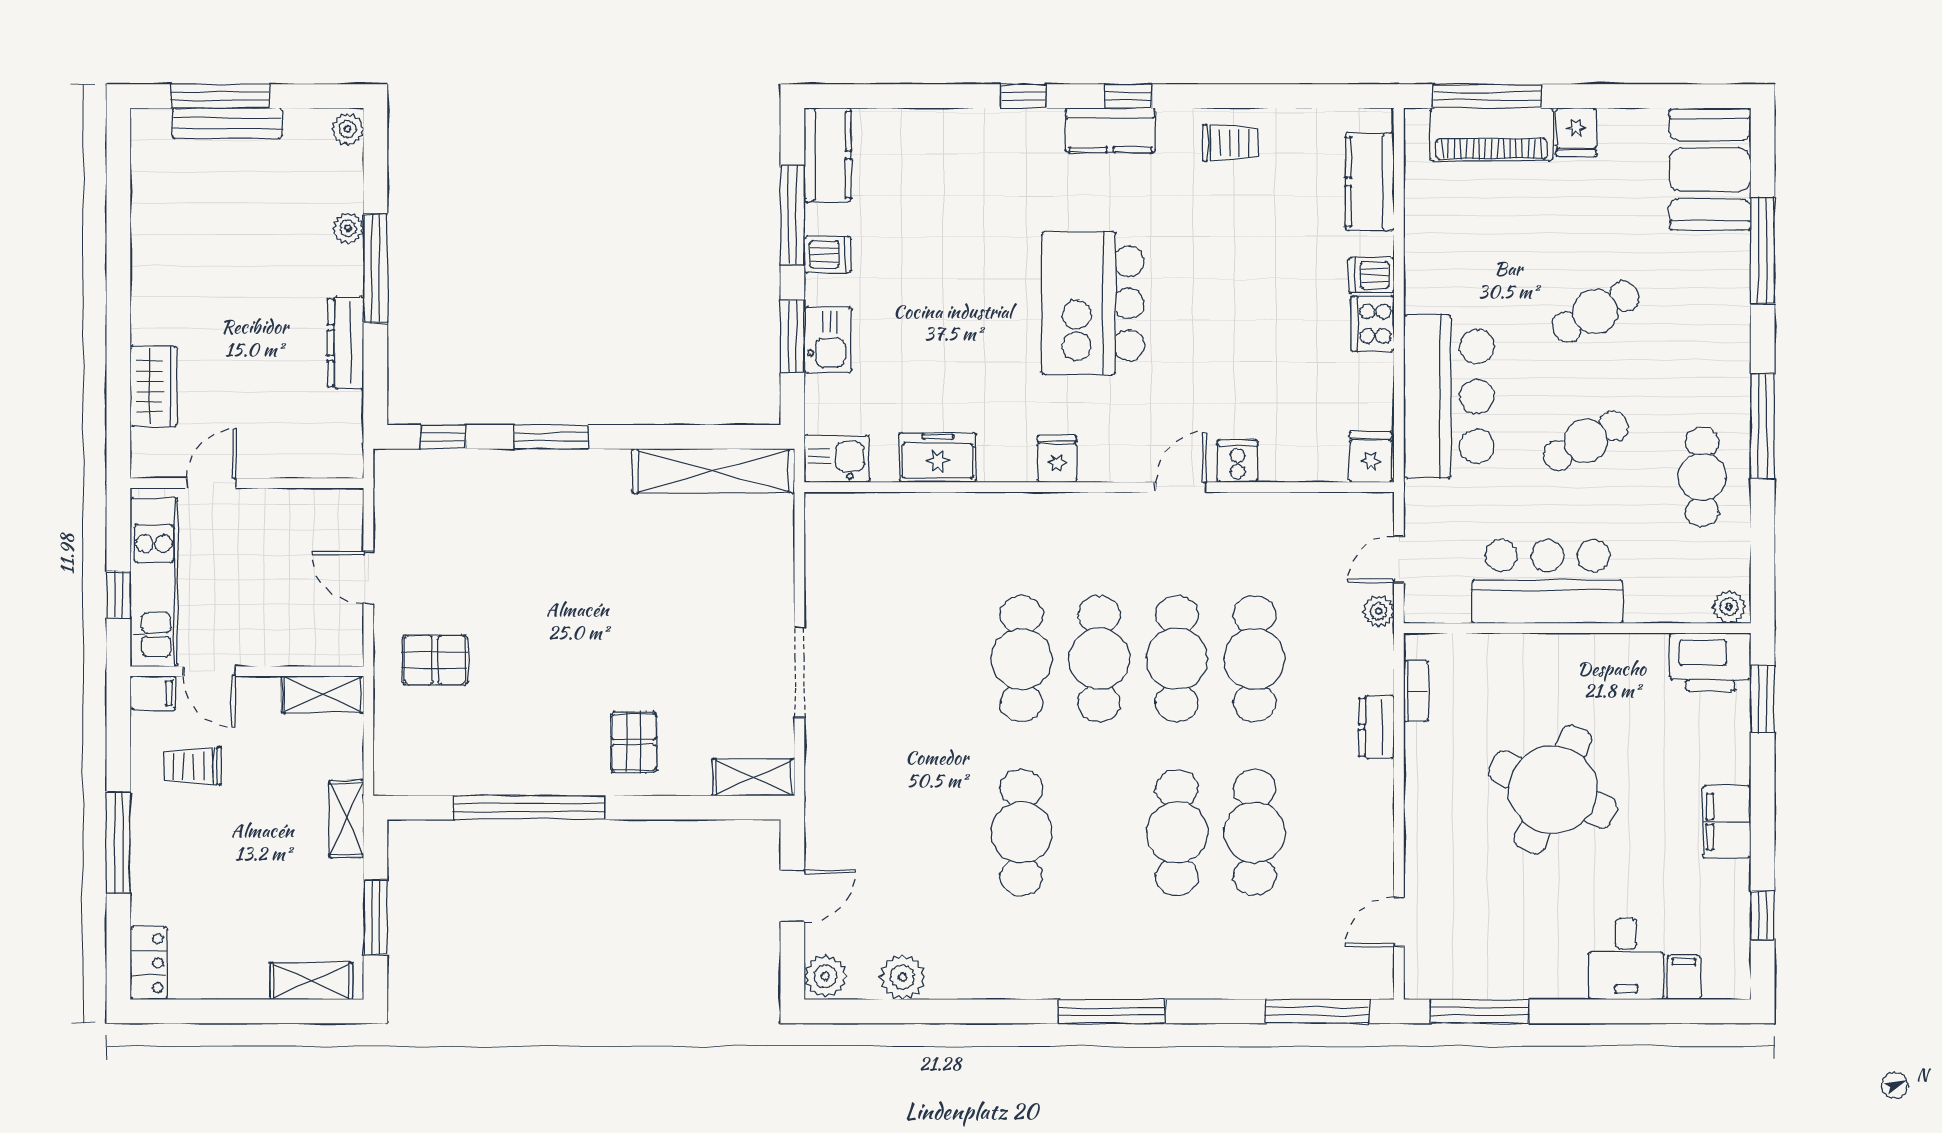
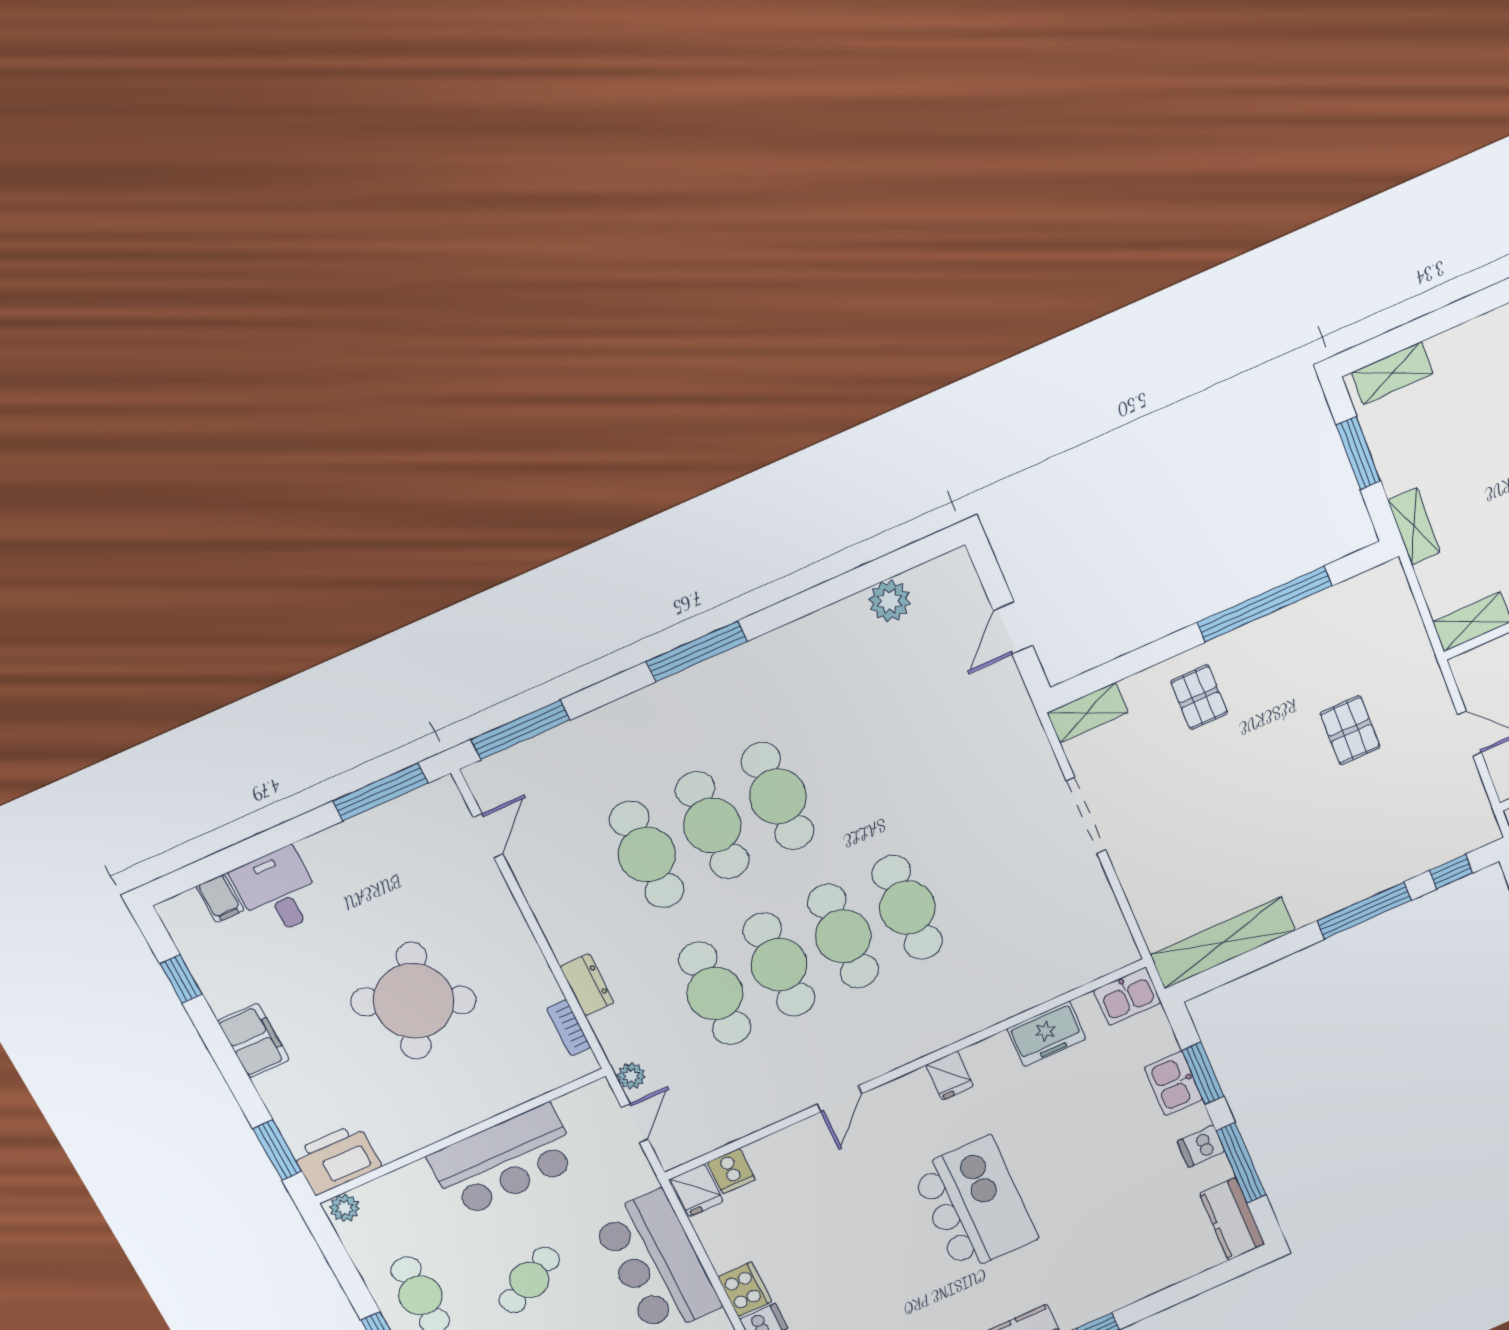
window: (551, 437) -> (1364, 910), width x1.44
cooker: (1238, 461) -> (731, 1171), moved
pallet: (435, 660) -> (1350, 730), moved, turned 90
cafe table: (1021, 833) -> (778, 796), moved
plant: (826, 976) -> (956, 572), removed

